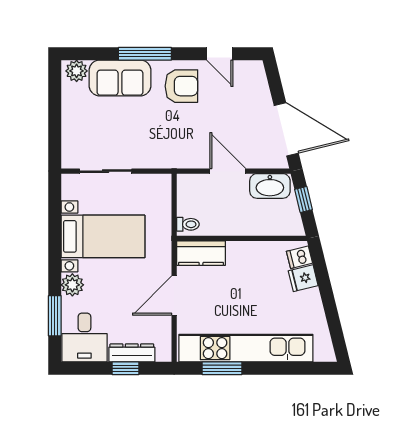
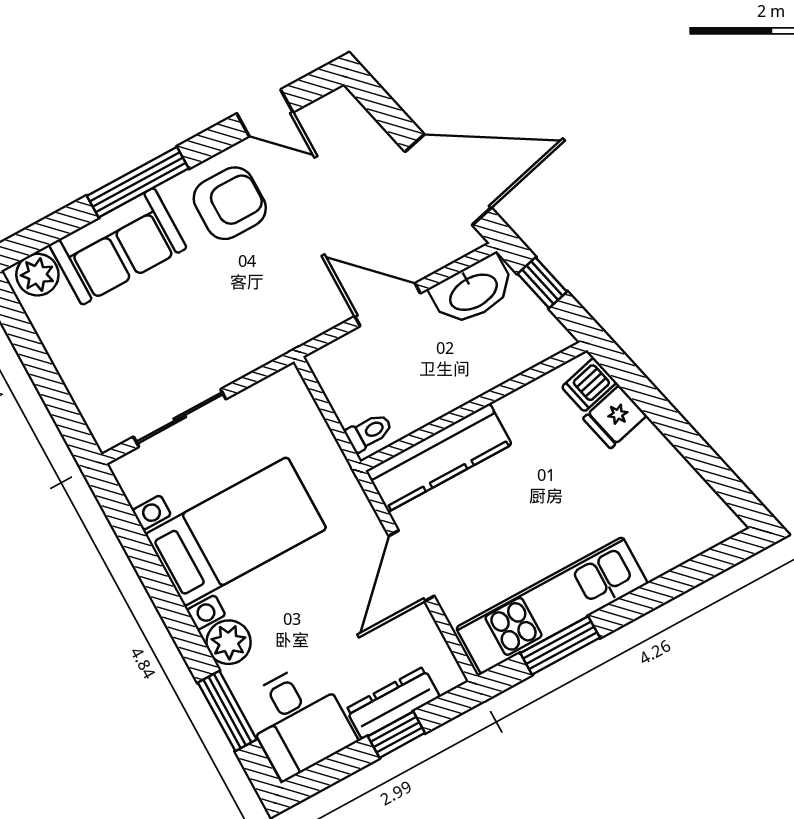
kitchen counter: (201, 253) -> (439, 458), width x1.50
kitchen unit: (246, 348) -> (552, 605), width x0.73

